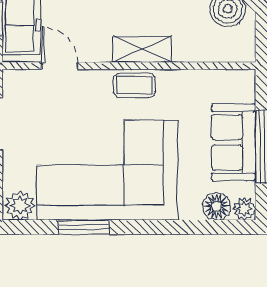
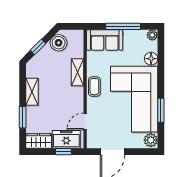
shelving: (142, 49) -> (77, 72), moved
sofa: (234, 142) -> (105, 40), moved
floor lamp: (217, 206) -> (151, 59), moved

